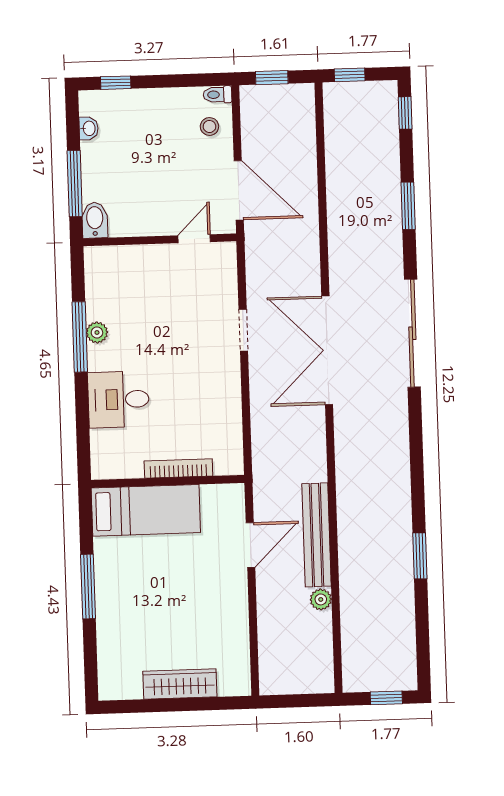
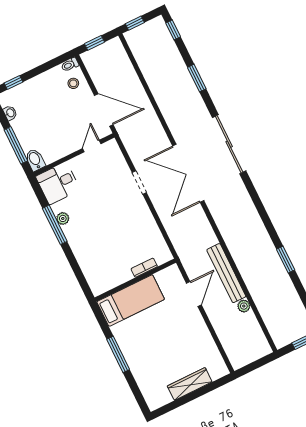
desk: (118, 399) -> (58, 183), moved
bookcase: (178, 468) -> (144, 268), width x0.64

